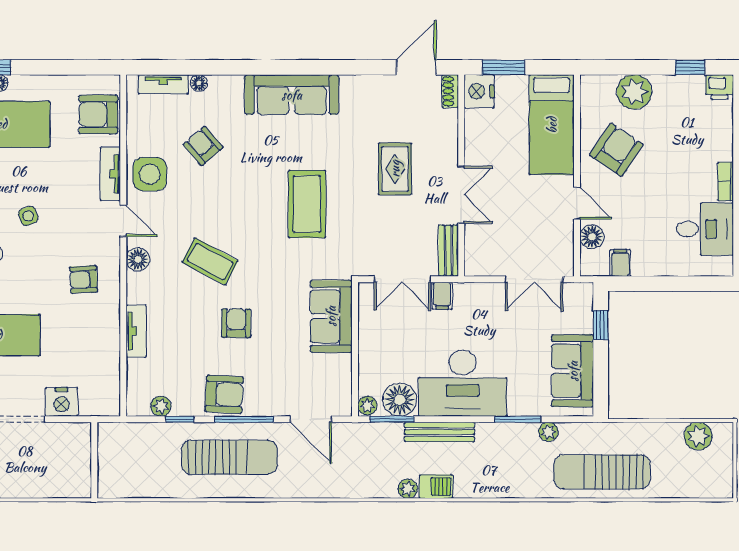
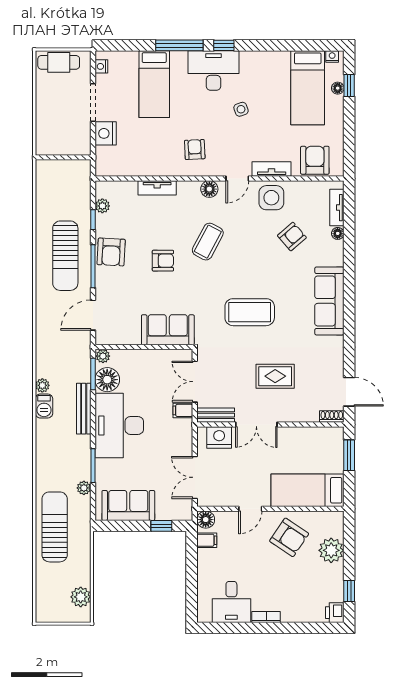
nightstand: (479, 91) -> (219, 437), moved
floor lamp: (592, 237) -> (206, 520), moved

